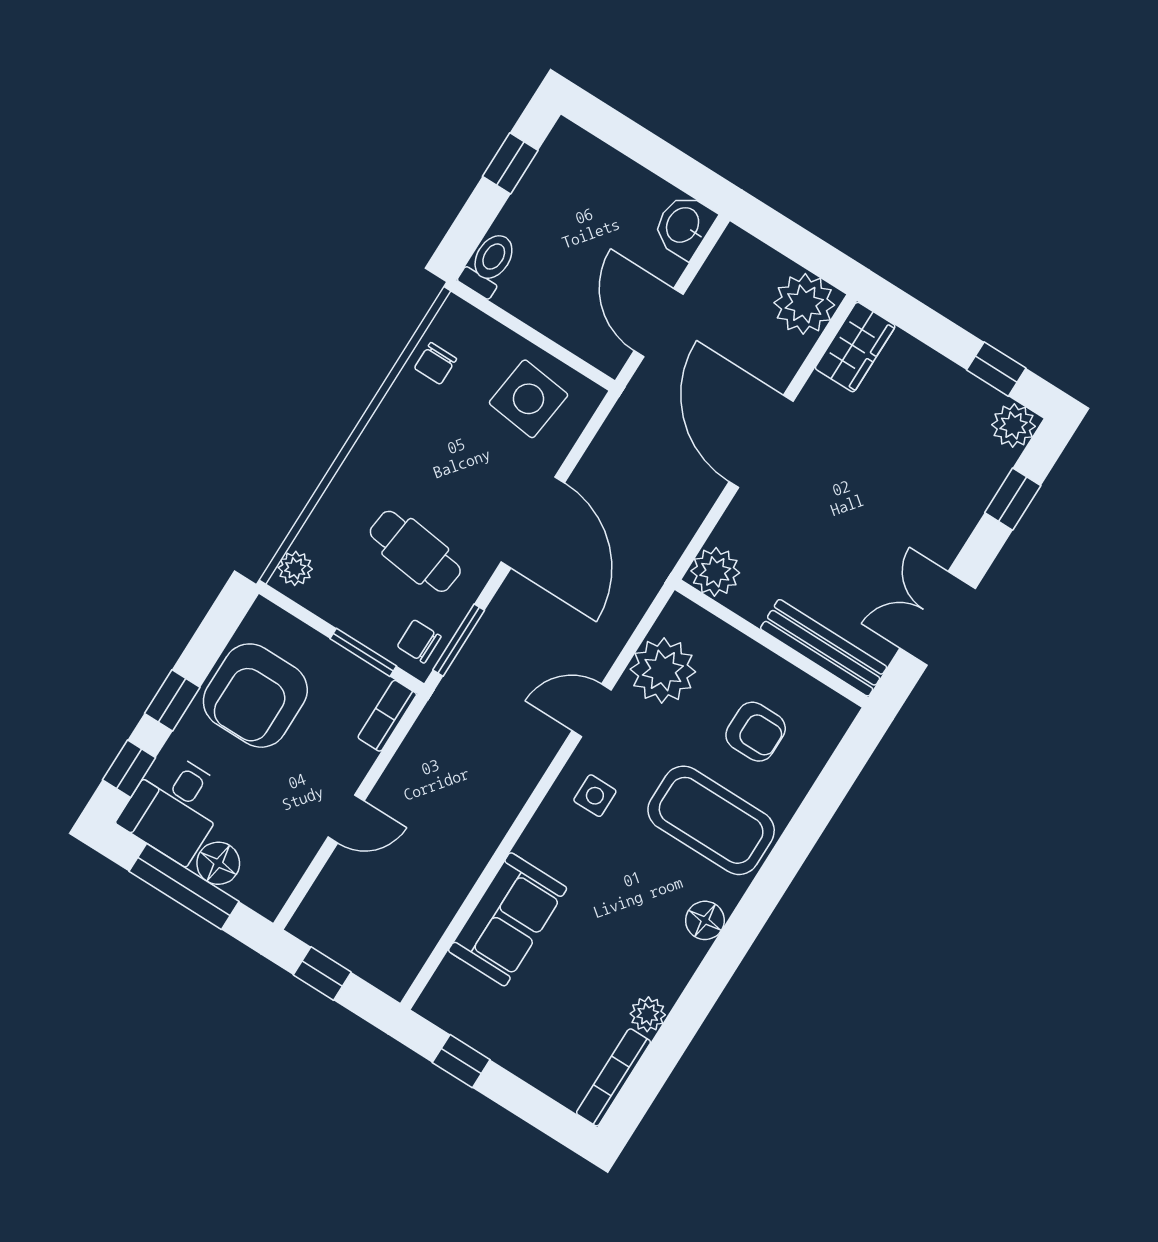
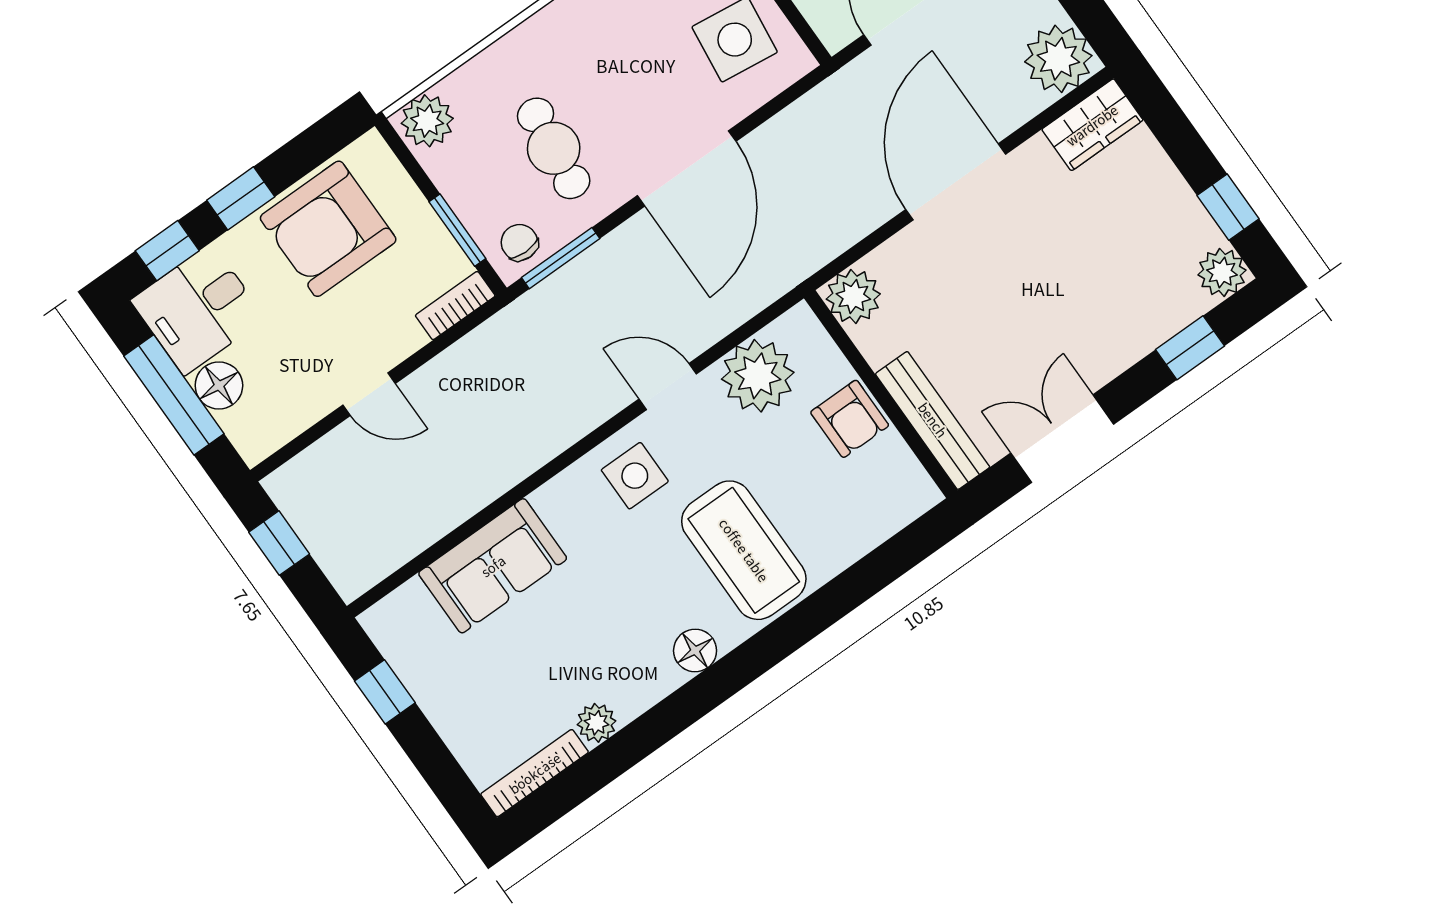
plant: (295, 568) -> (427, 121), width x1.38, depth x1.38
armchair: (756, 732) -> (850, 419), moved
side table: (595, 796) -> (635, 476), width x1.37, depth x1.37

